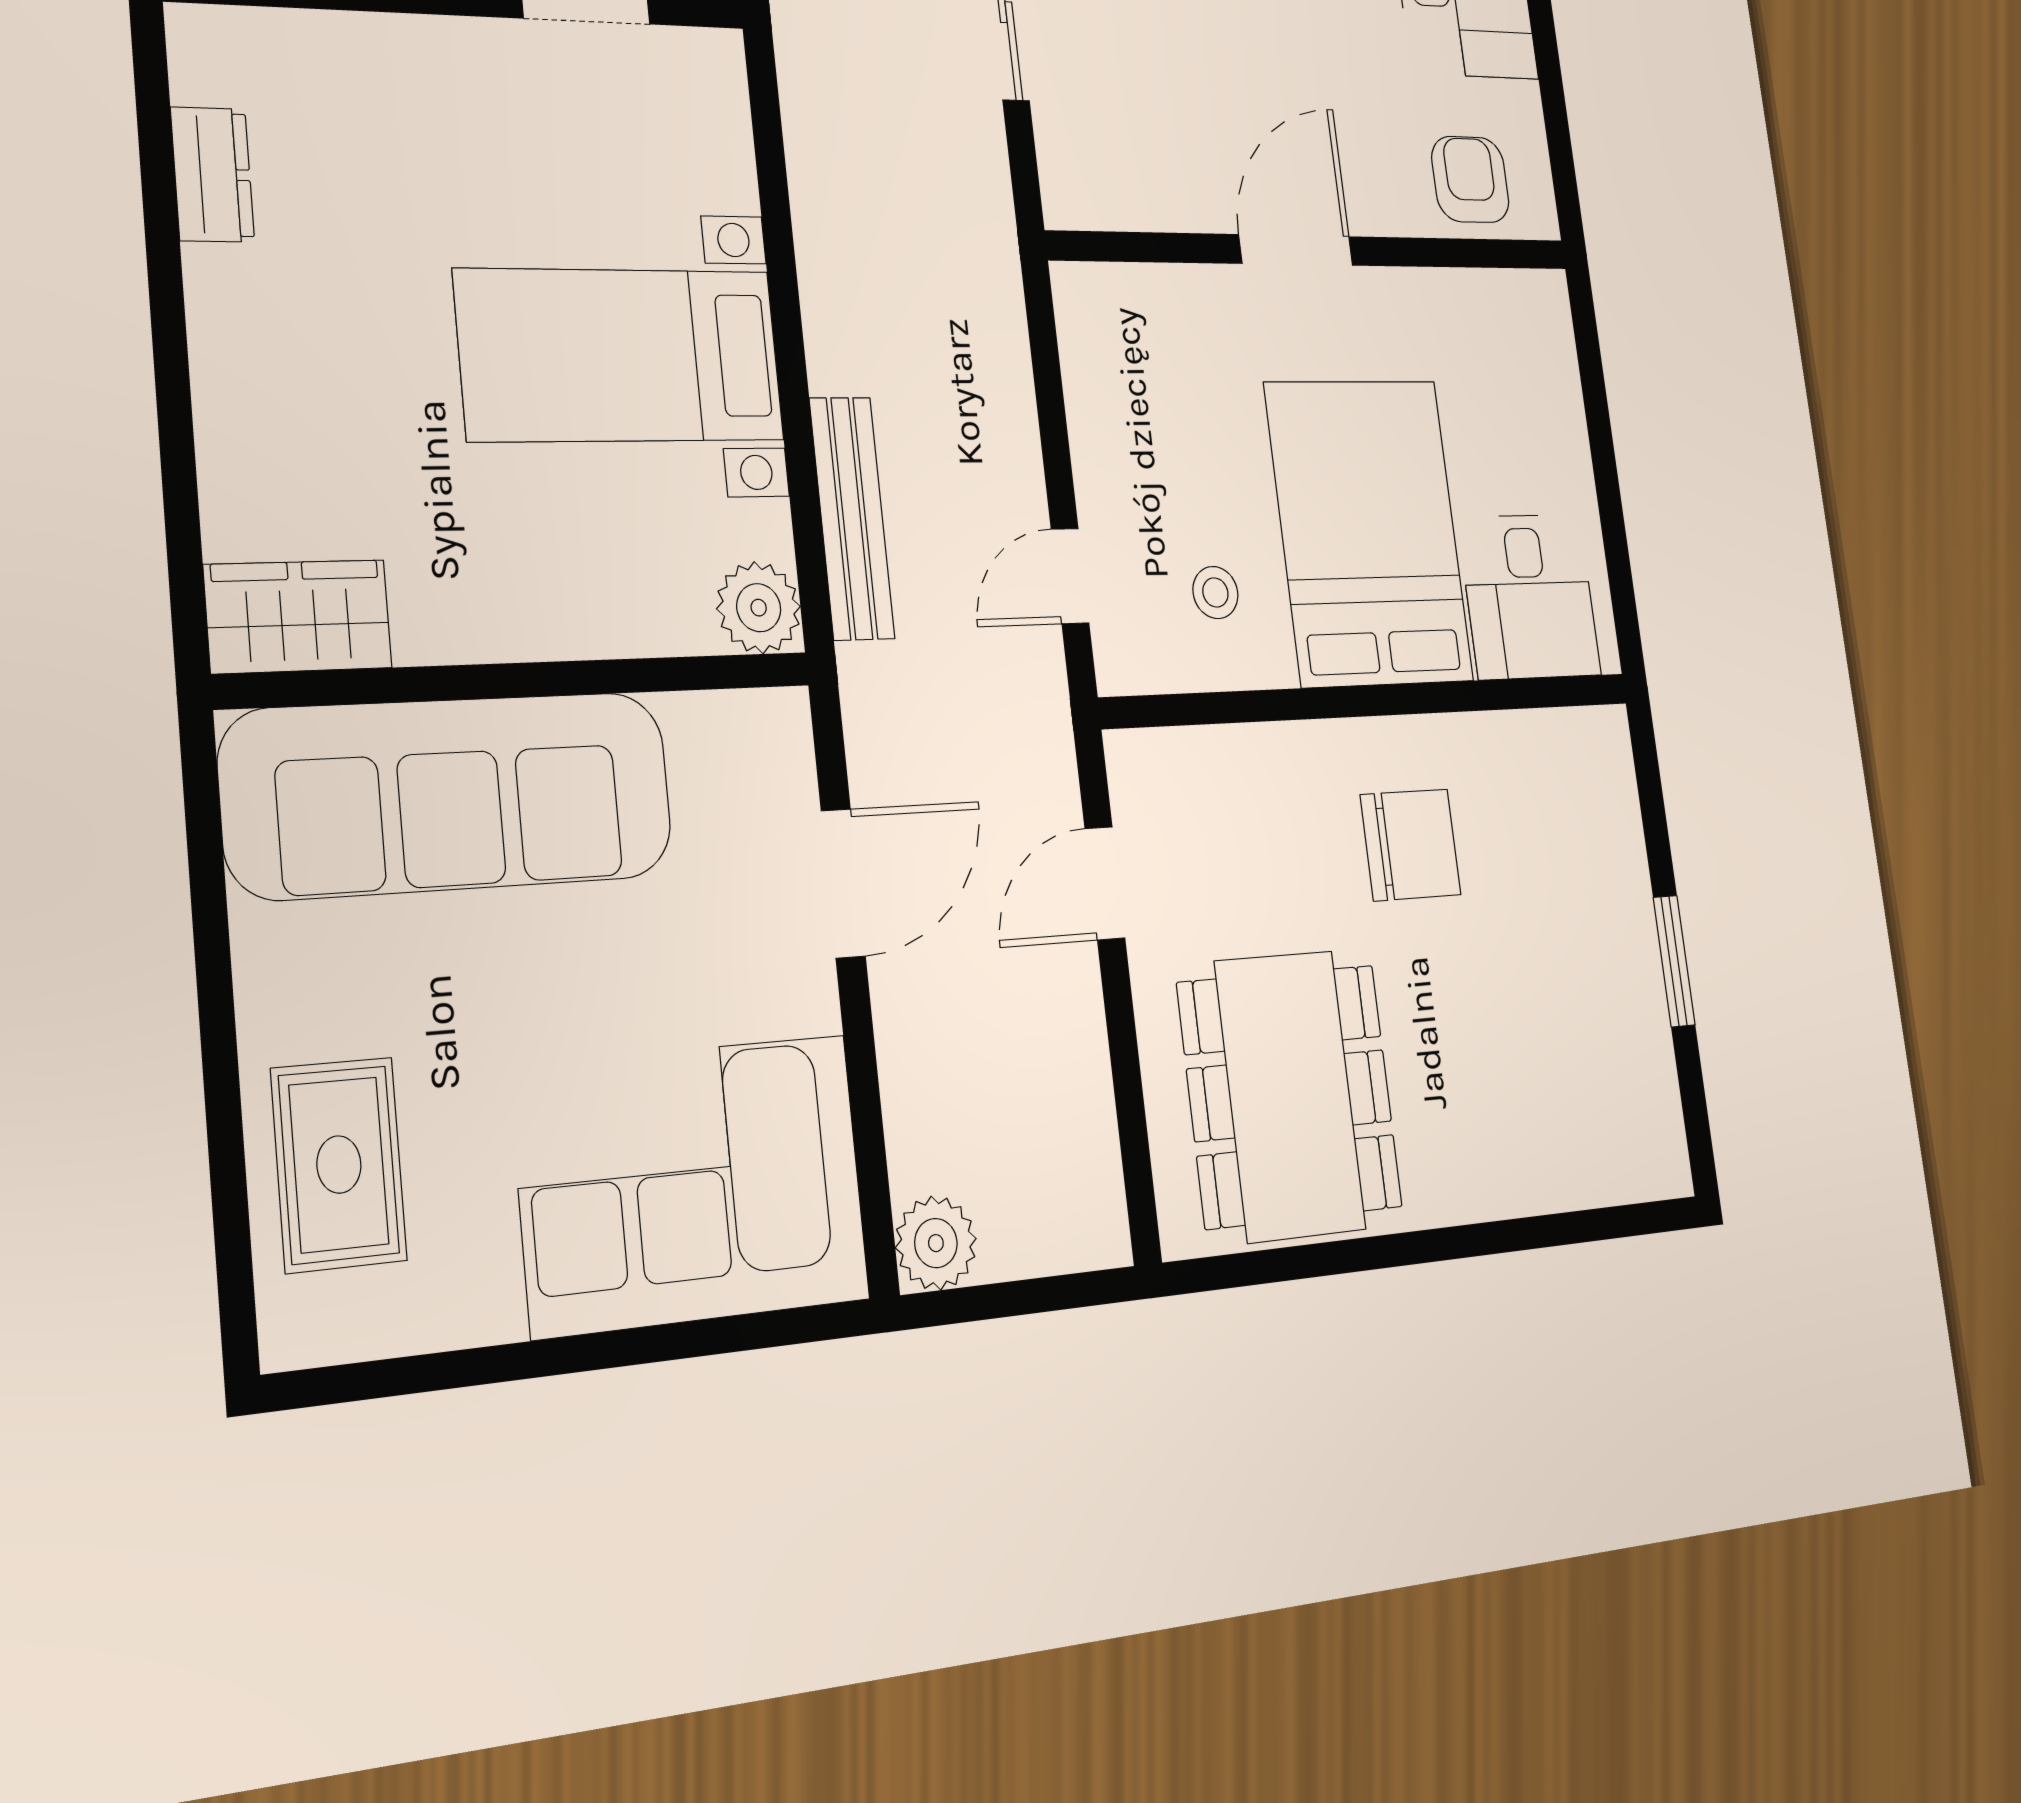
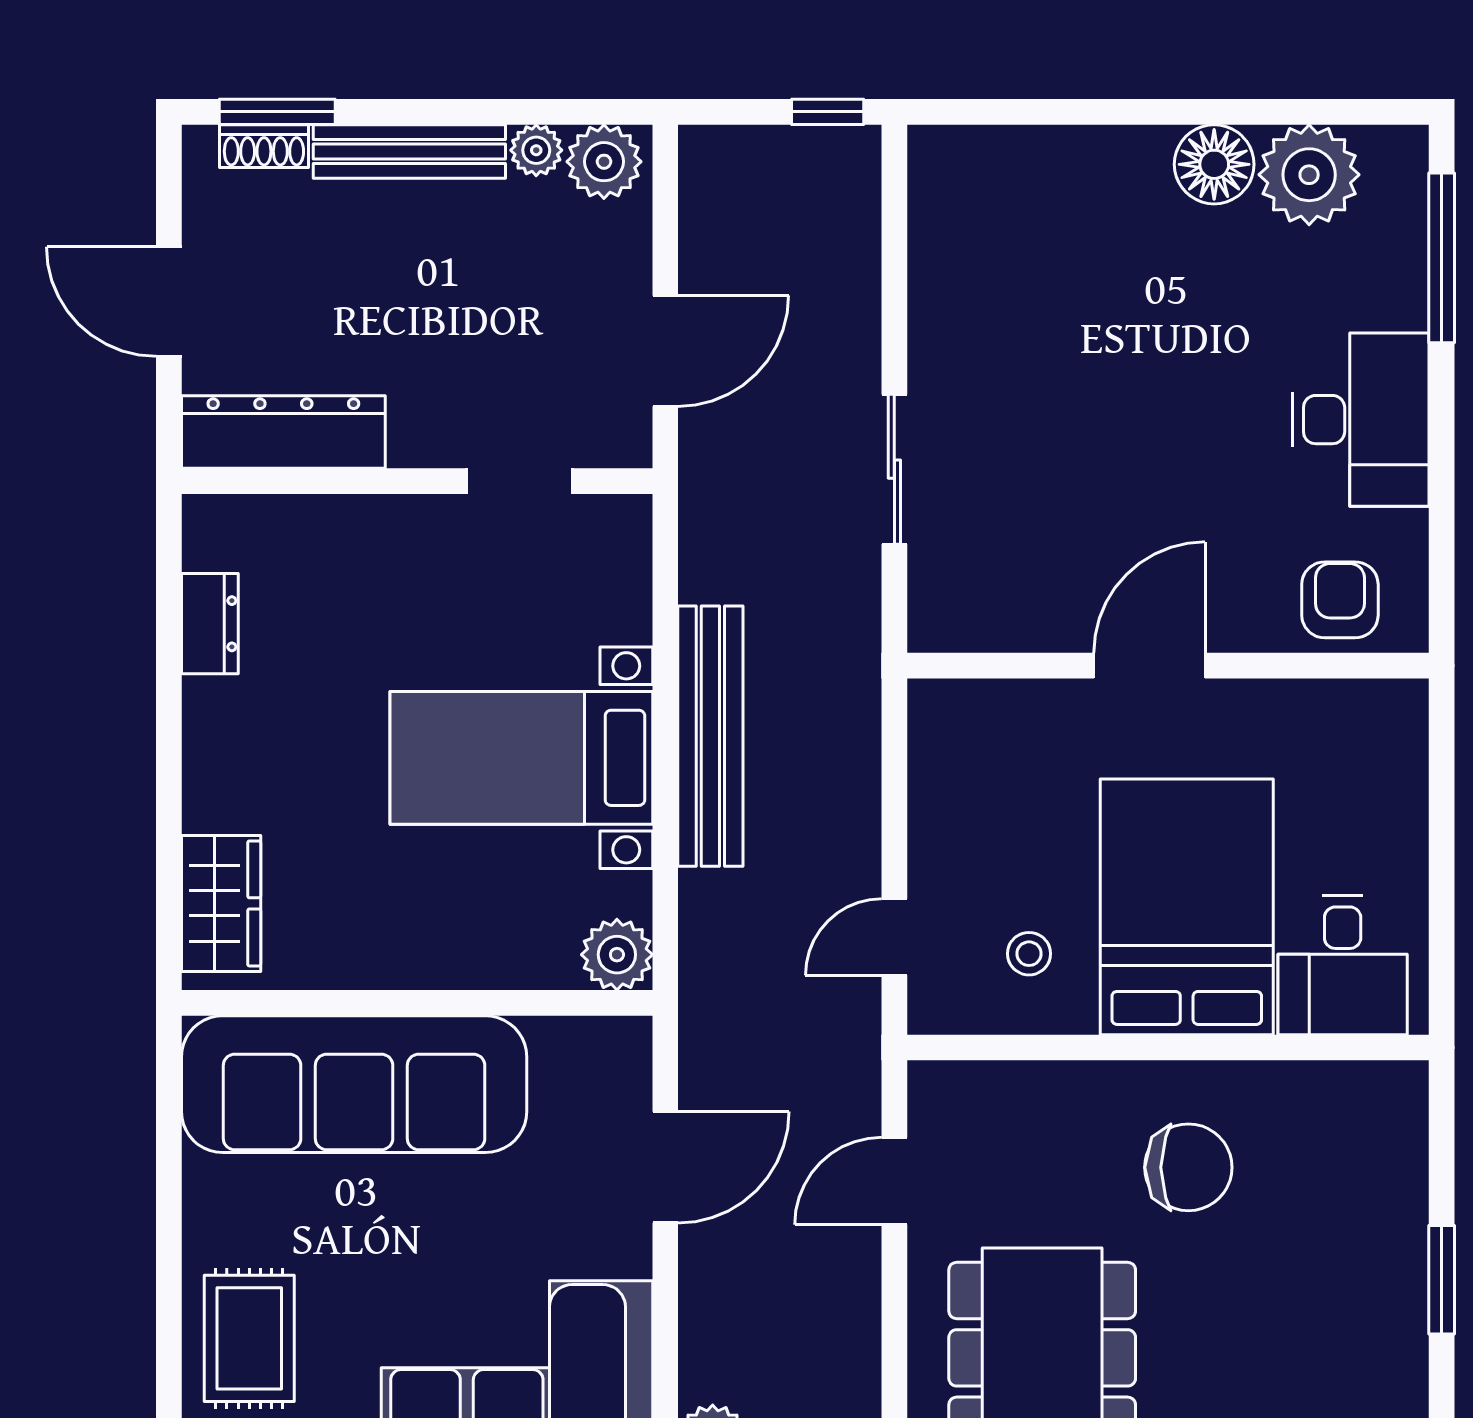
bench: (852, 518) -> (710, 736), moved, width x1.37, depth x1.21
wardrobe: (298, 616) -> (221, 903), moved, turned 90

